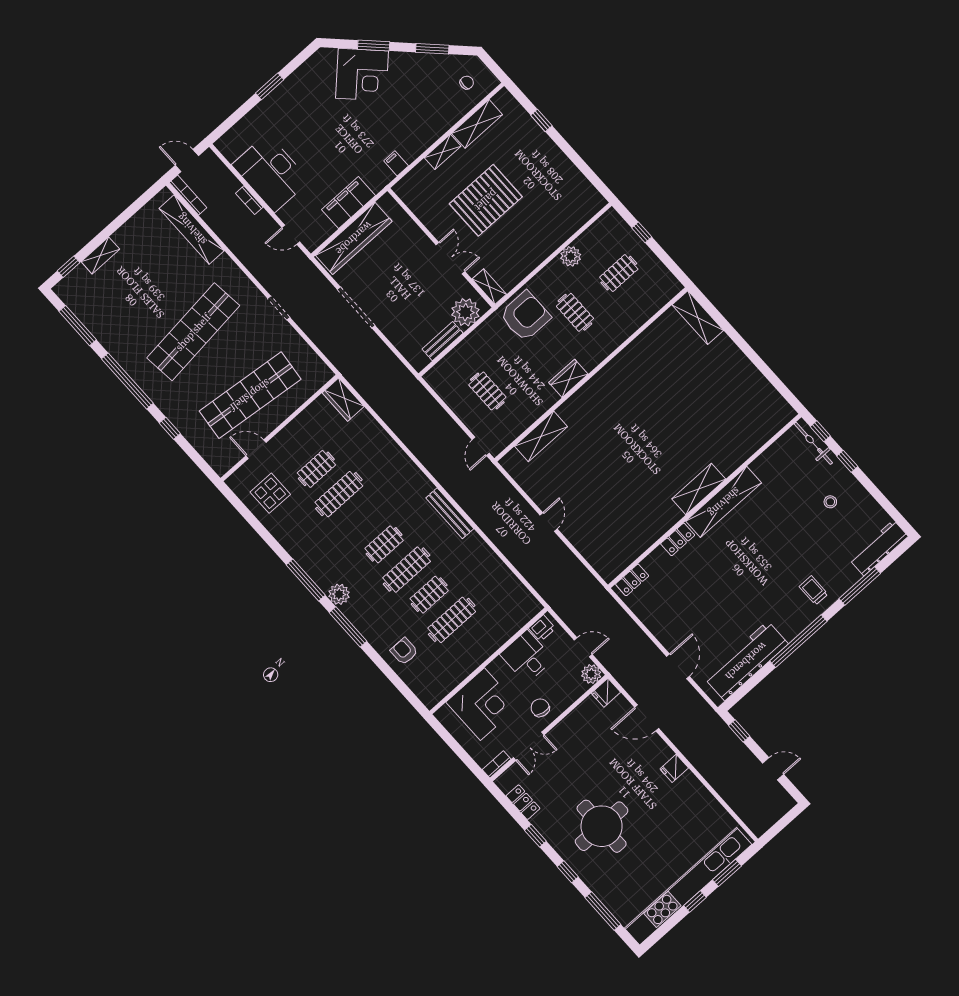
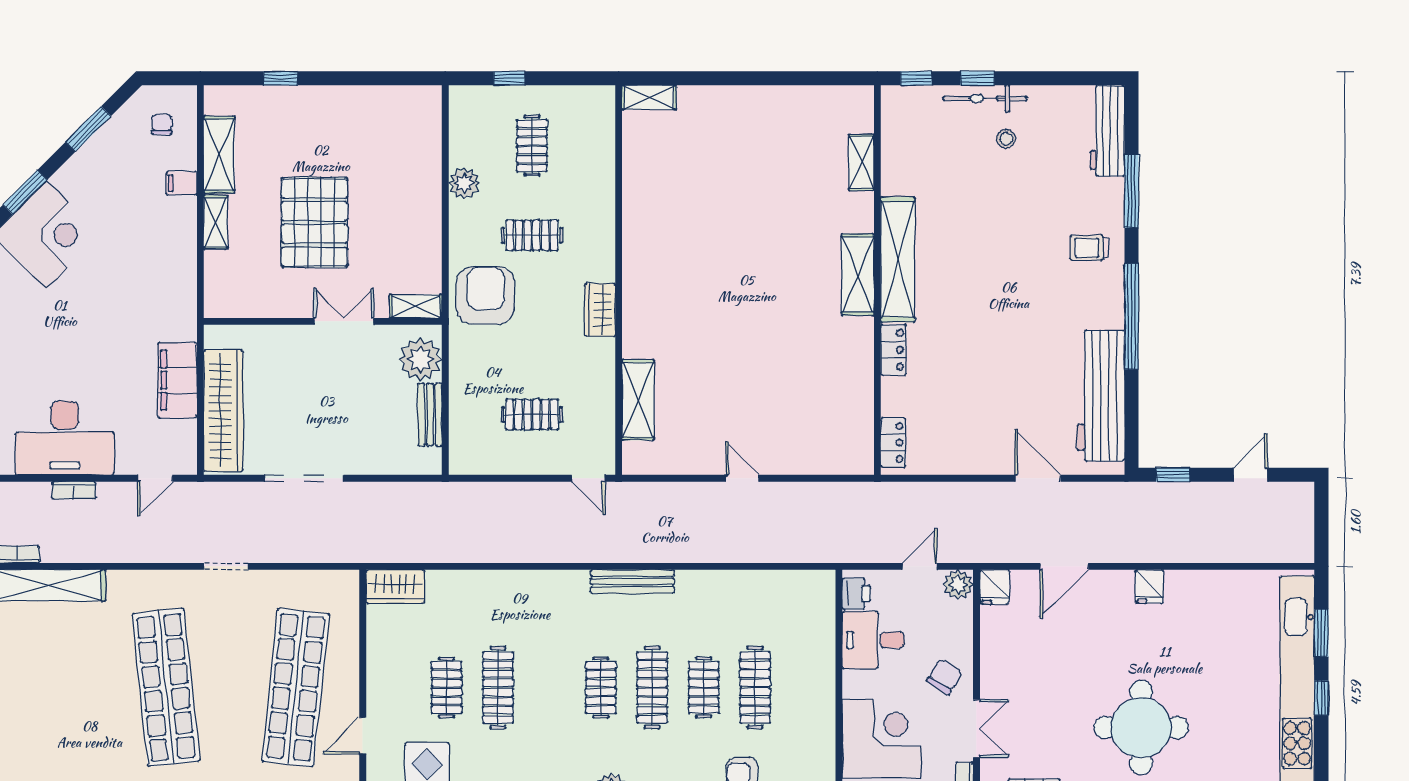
filing cabinet: (396, 163) -> (181, 183), moved
shelving: (698, 318) -> (649, 97), width x0.67, depth x0.75
shelving: (755, 442) -> (862, 162), added
bicycle: (813, 443) -> (985, 98), moved
chair: (540, 708) -> (945, 677), turned 111

